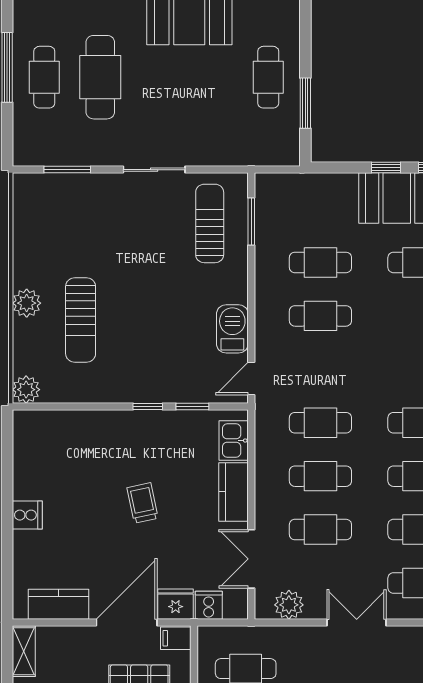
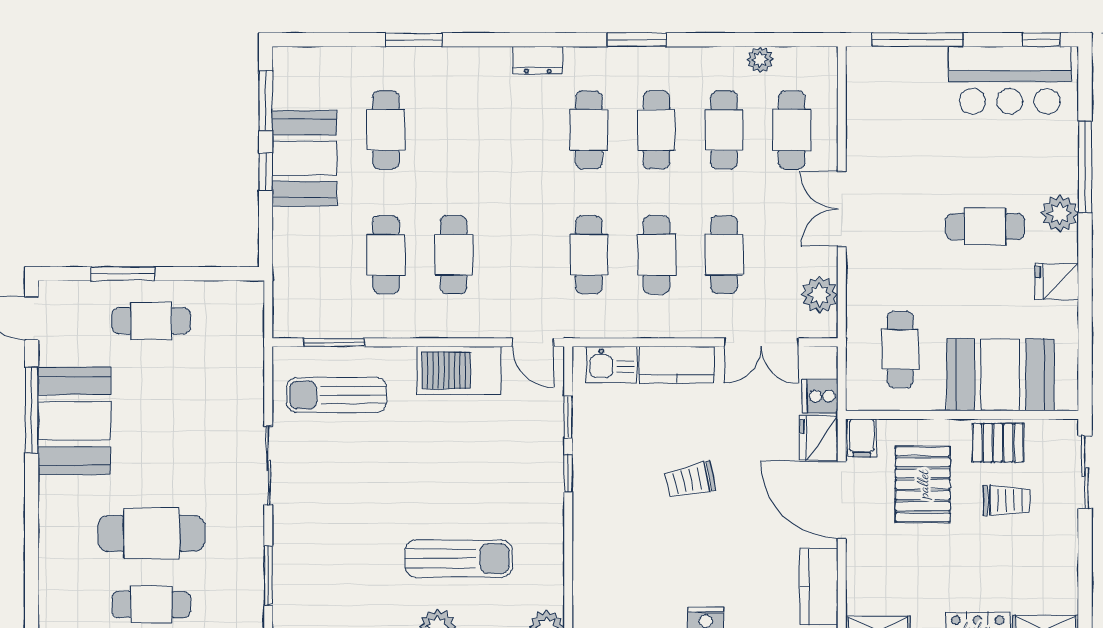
window: (305, 103) -> (123, 274), moved
barbecue: (232, 329) -> (459, 370), width x1.37, depth x1.21

